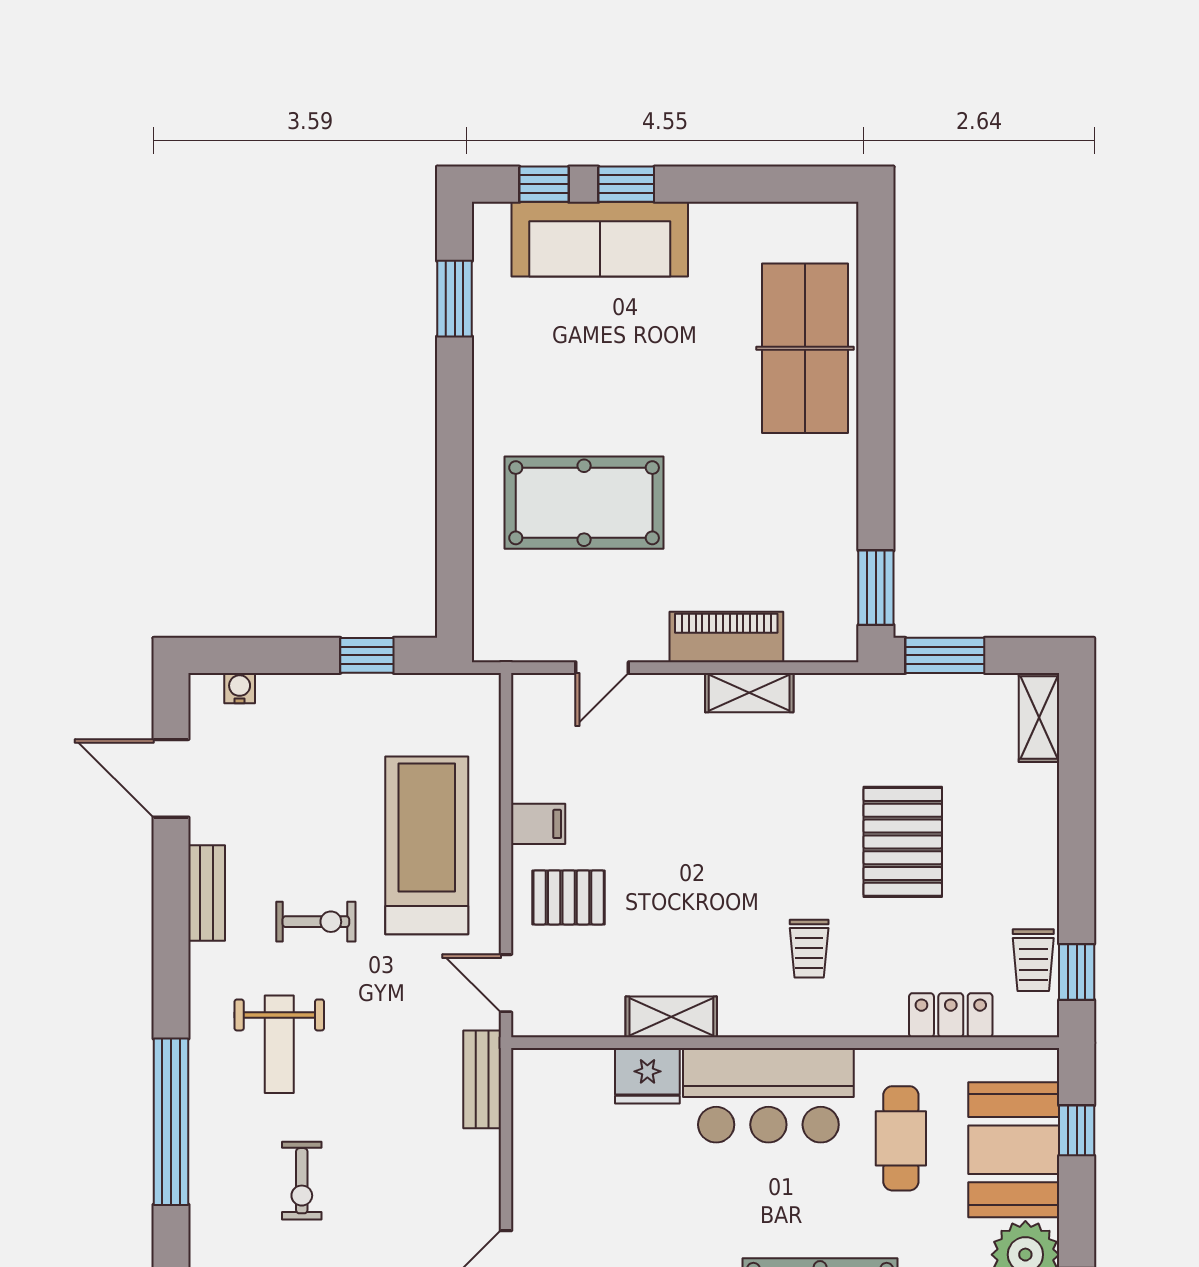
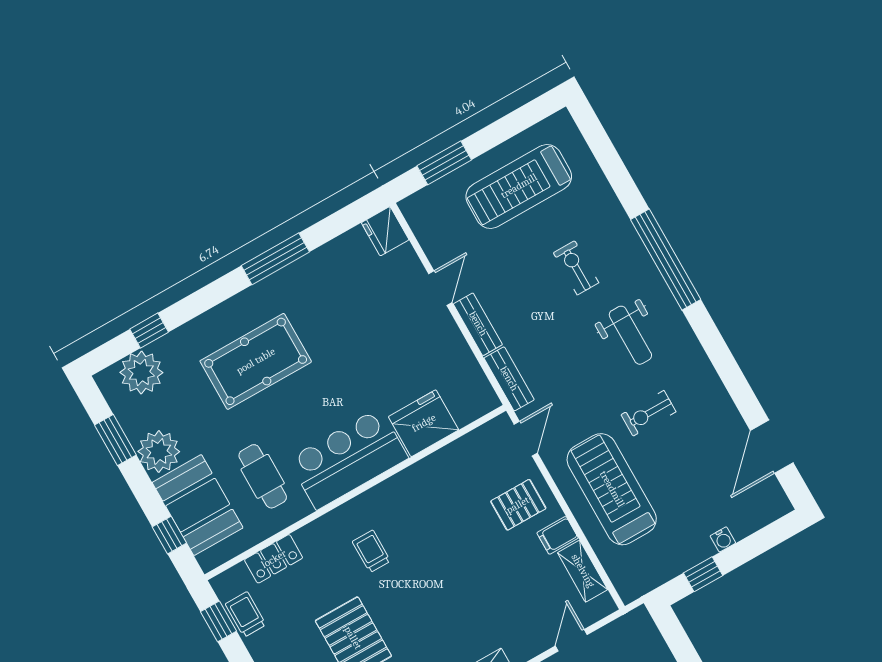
water cooler: (240, 688) -> (723, 539), moved
door: (171, 778) -> (772, 447), swing flipped
treadmill: (427, 845) -> (612, 489), turned 180
bench: (207, 893) -> (478, 324), moved
door: (506, 983) -> (526, 439), hinge flipped
shelving: (671, 1017) -> (583, 571), moved, turned 90
weight bench: (279, 1044) -> (630, 335), turned 180
fridge: (647, 1076) -> (424, 423), width x1.36, depth x1.34

